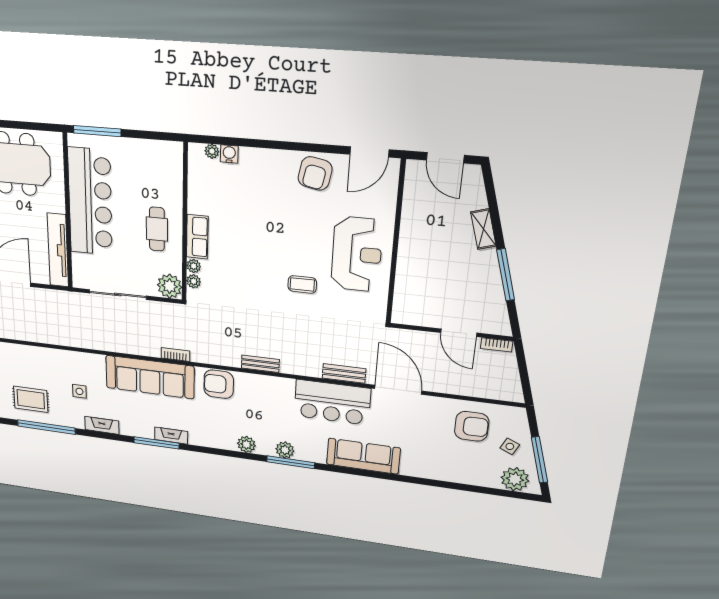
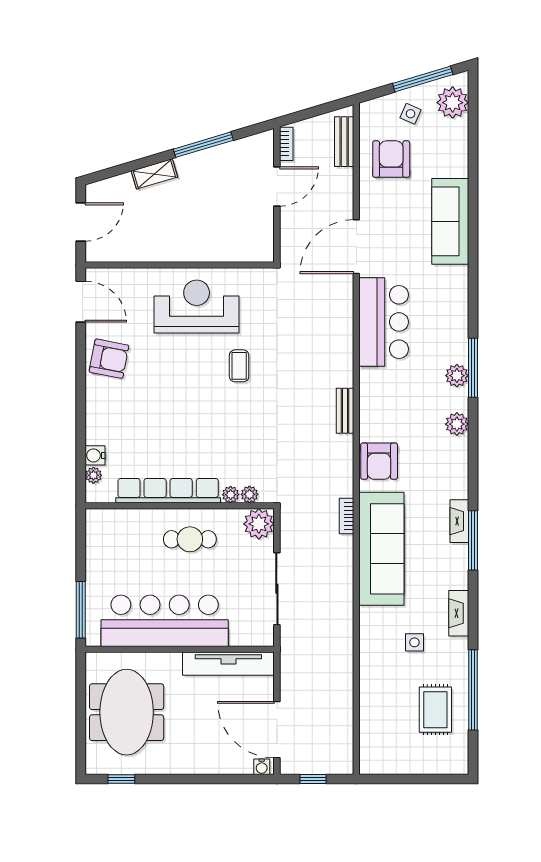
row of seats: (197, 237) -> (168, 491), width x2.02
bench: (344, 373) -> (344, 142), moved
sofa: (363, 456) -> (450, 221), moved

